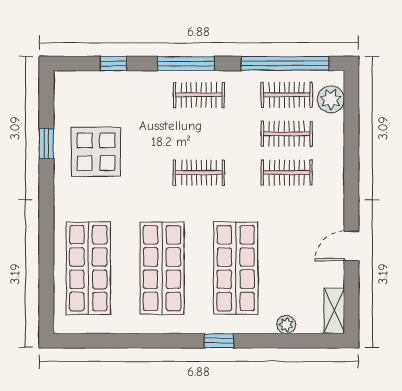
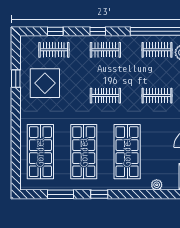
window: (186, 64) -> (98, 31), width x0.46
clothes rail: (287, 134) -> (54, 50), moved
window: (122, 341) -> (60, 194), added
window: (219, 341) -> (99, 194), moved

